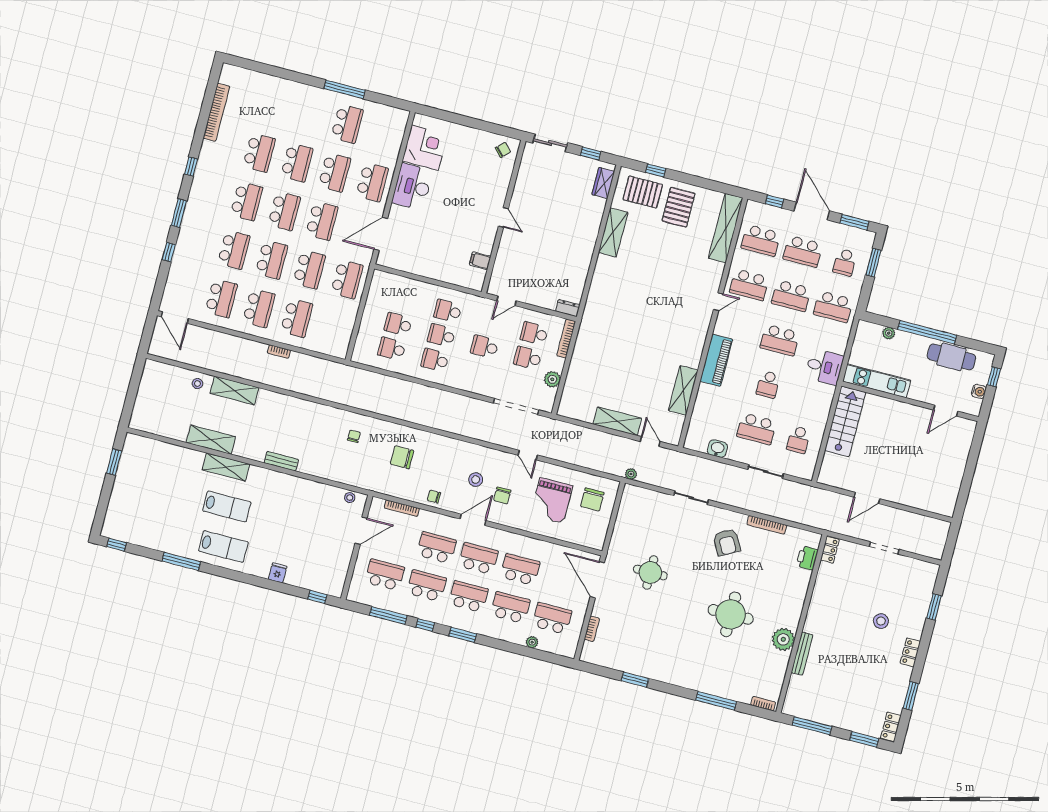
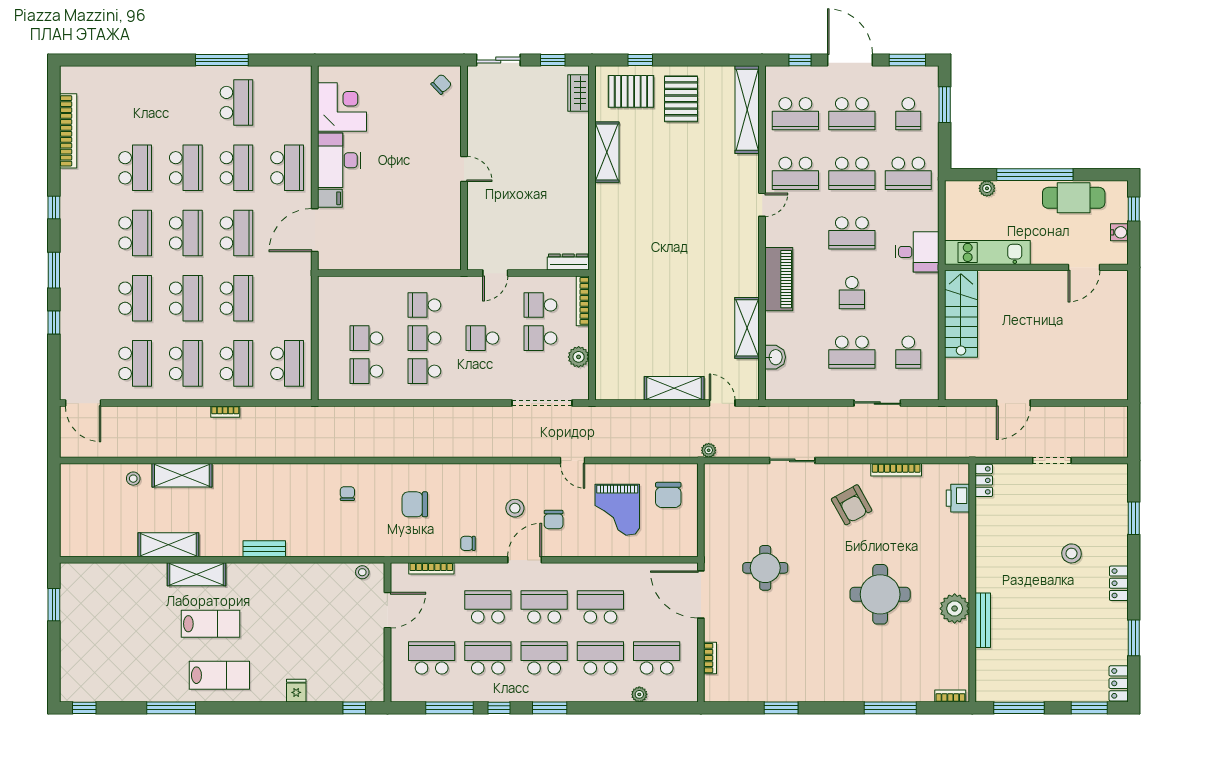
filing cabinet: (480, 261) -> (330, 198), moved, turned 180
school desk: (347, 279) -> (287, 363), moved
dresser: (568, 308) -> (568, 262), width x1.44
washbasin: (717, 449) -> (775, 357), moved, turned 90

